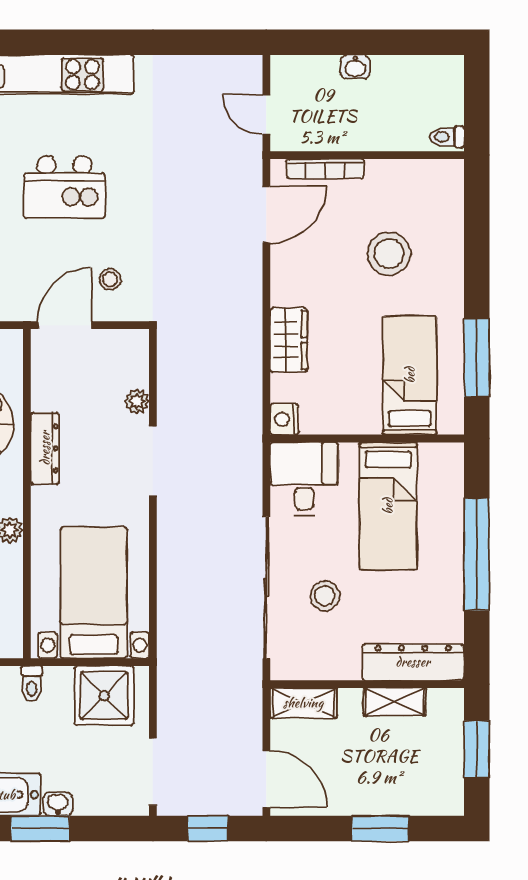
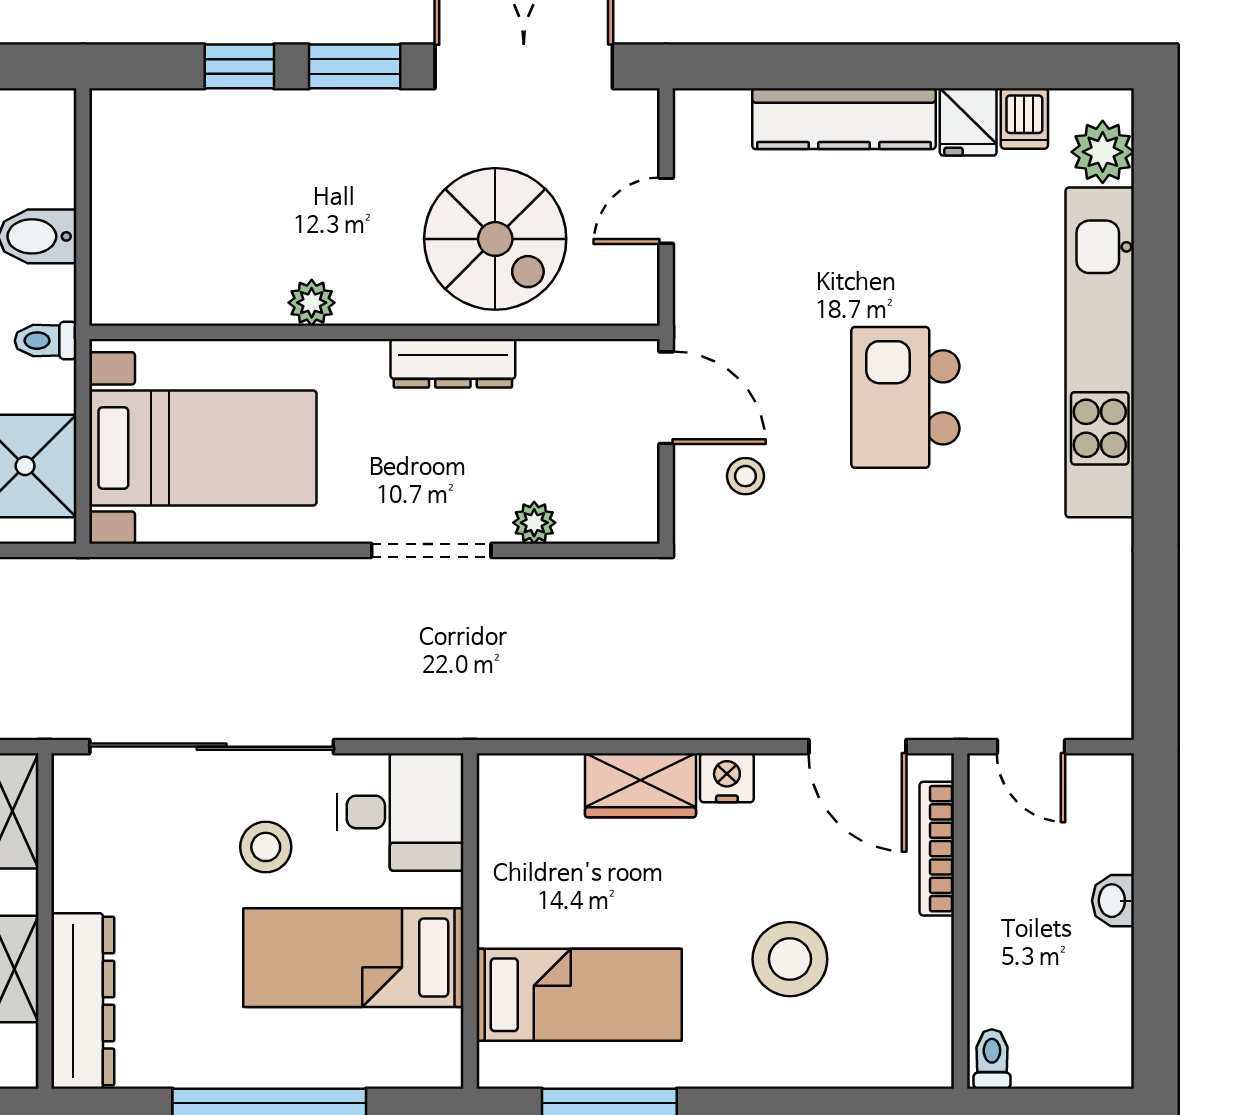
door: (266, 114) -> (1031, 747), swing flipped
nightstand: (284, 419) -> (727, 778), moved
stool: (325, 596) -> (266, 847), moved

